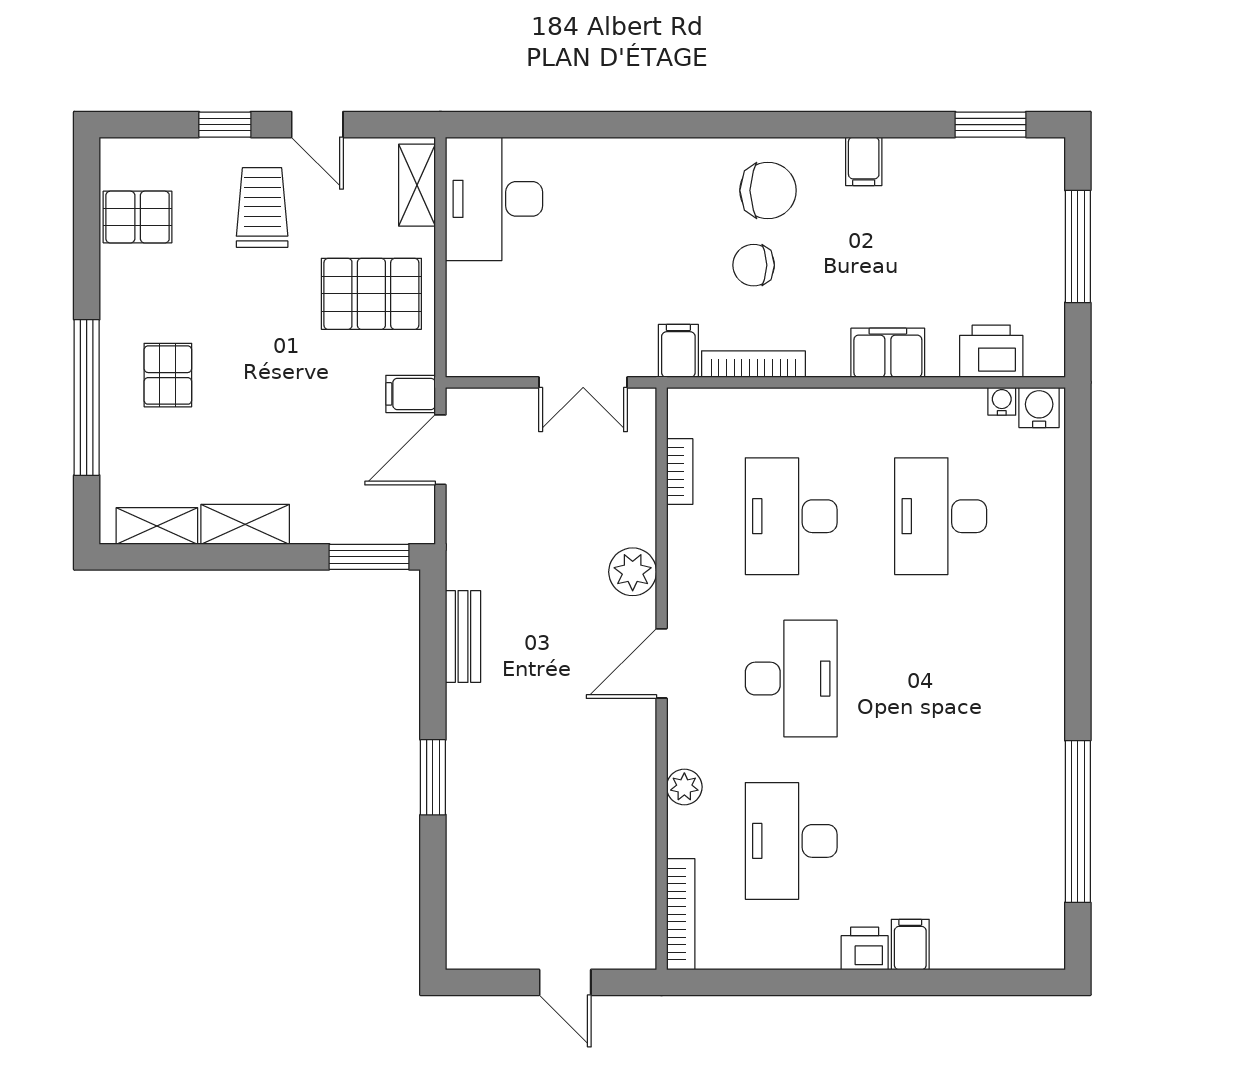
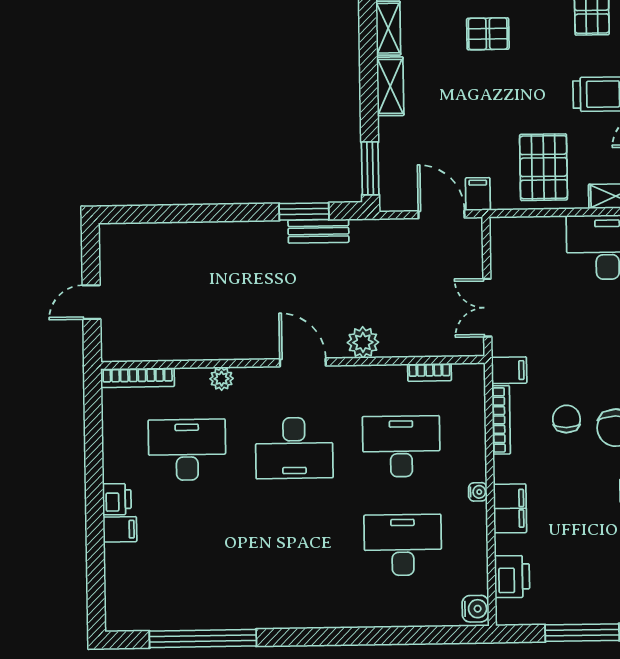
water cooler: (1002, 401) -> (478, 492), moved
window: (433, 777) -> (304, 212), moved

